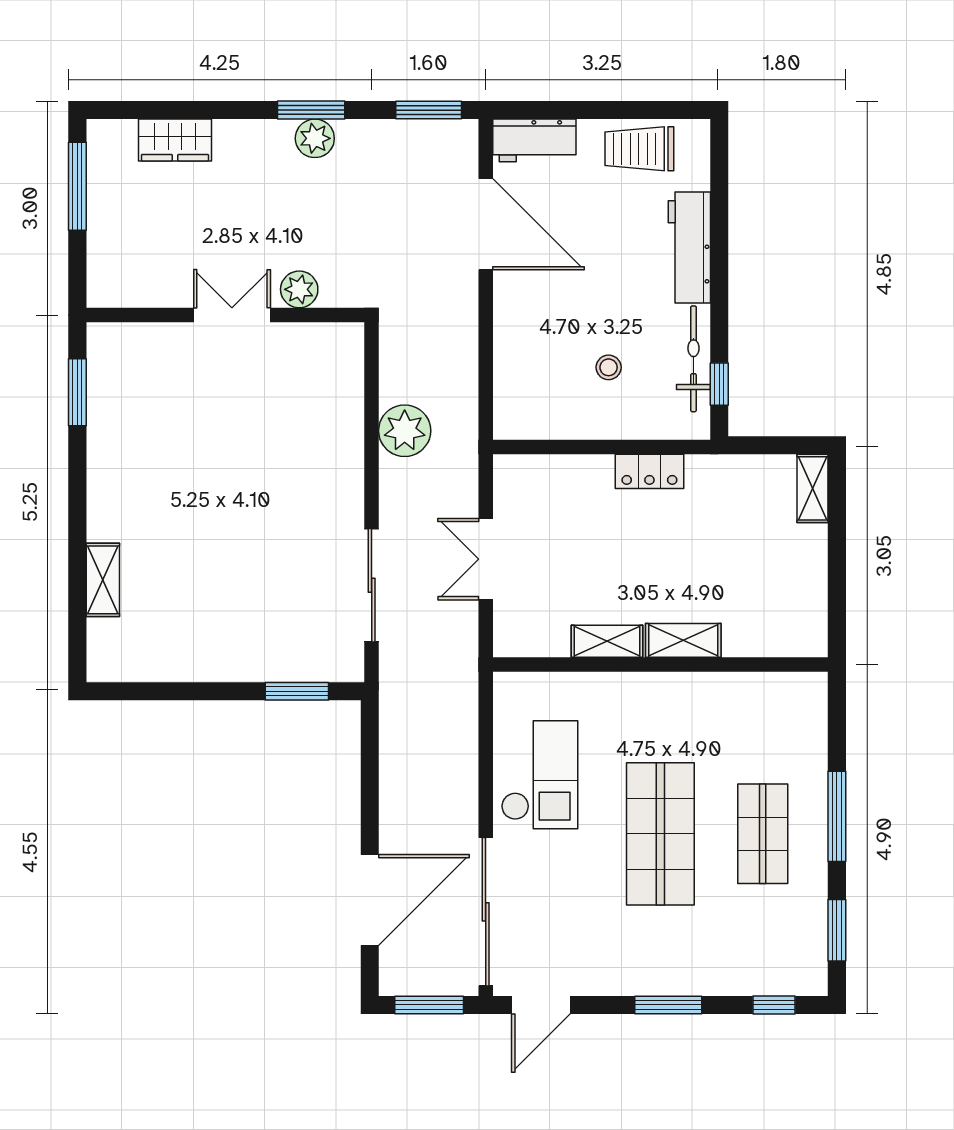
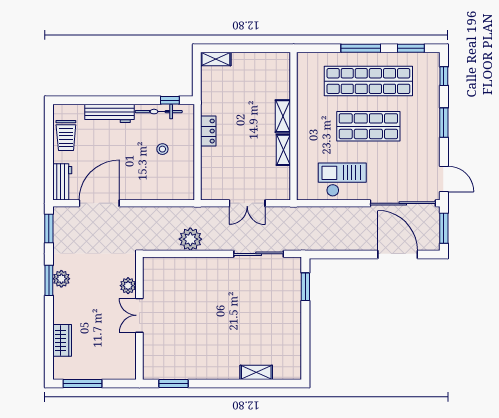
shop shelf: (763, 834) -> (368, 81), width x2.00, depth x1.36

